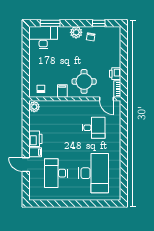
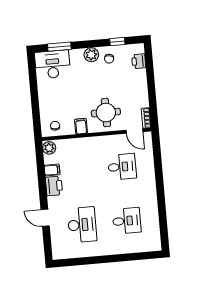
printer: (115, 74) -> (139, 61), moved
filing cabinet: (35, 152) -> (52, 170), moved
desk: (56, 173) -> (82, 225), turned 180
desk: (94, 173) -> (127, 221), width x0.53, depth x0.77

